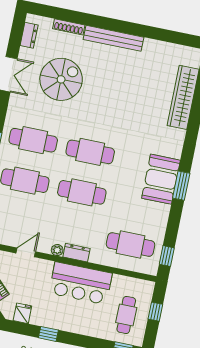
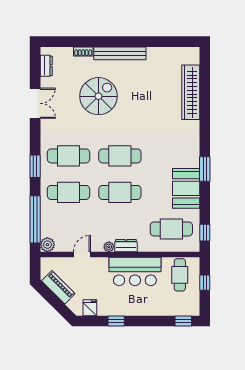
shoe rack: (69, 27) -> (83, 52), width x0.70
spiral stairs: (61, 79) -> (99, 96), moved
booth: (161, 179) -> (186, 188), moved
cafe table: (126, 315) -> (180, 275), moved

